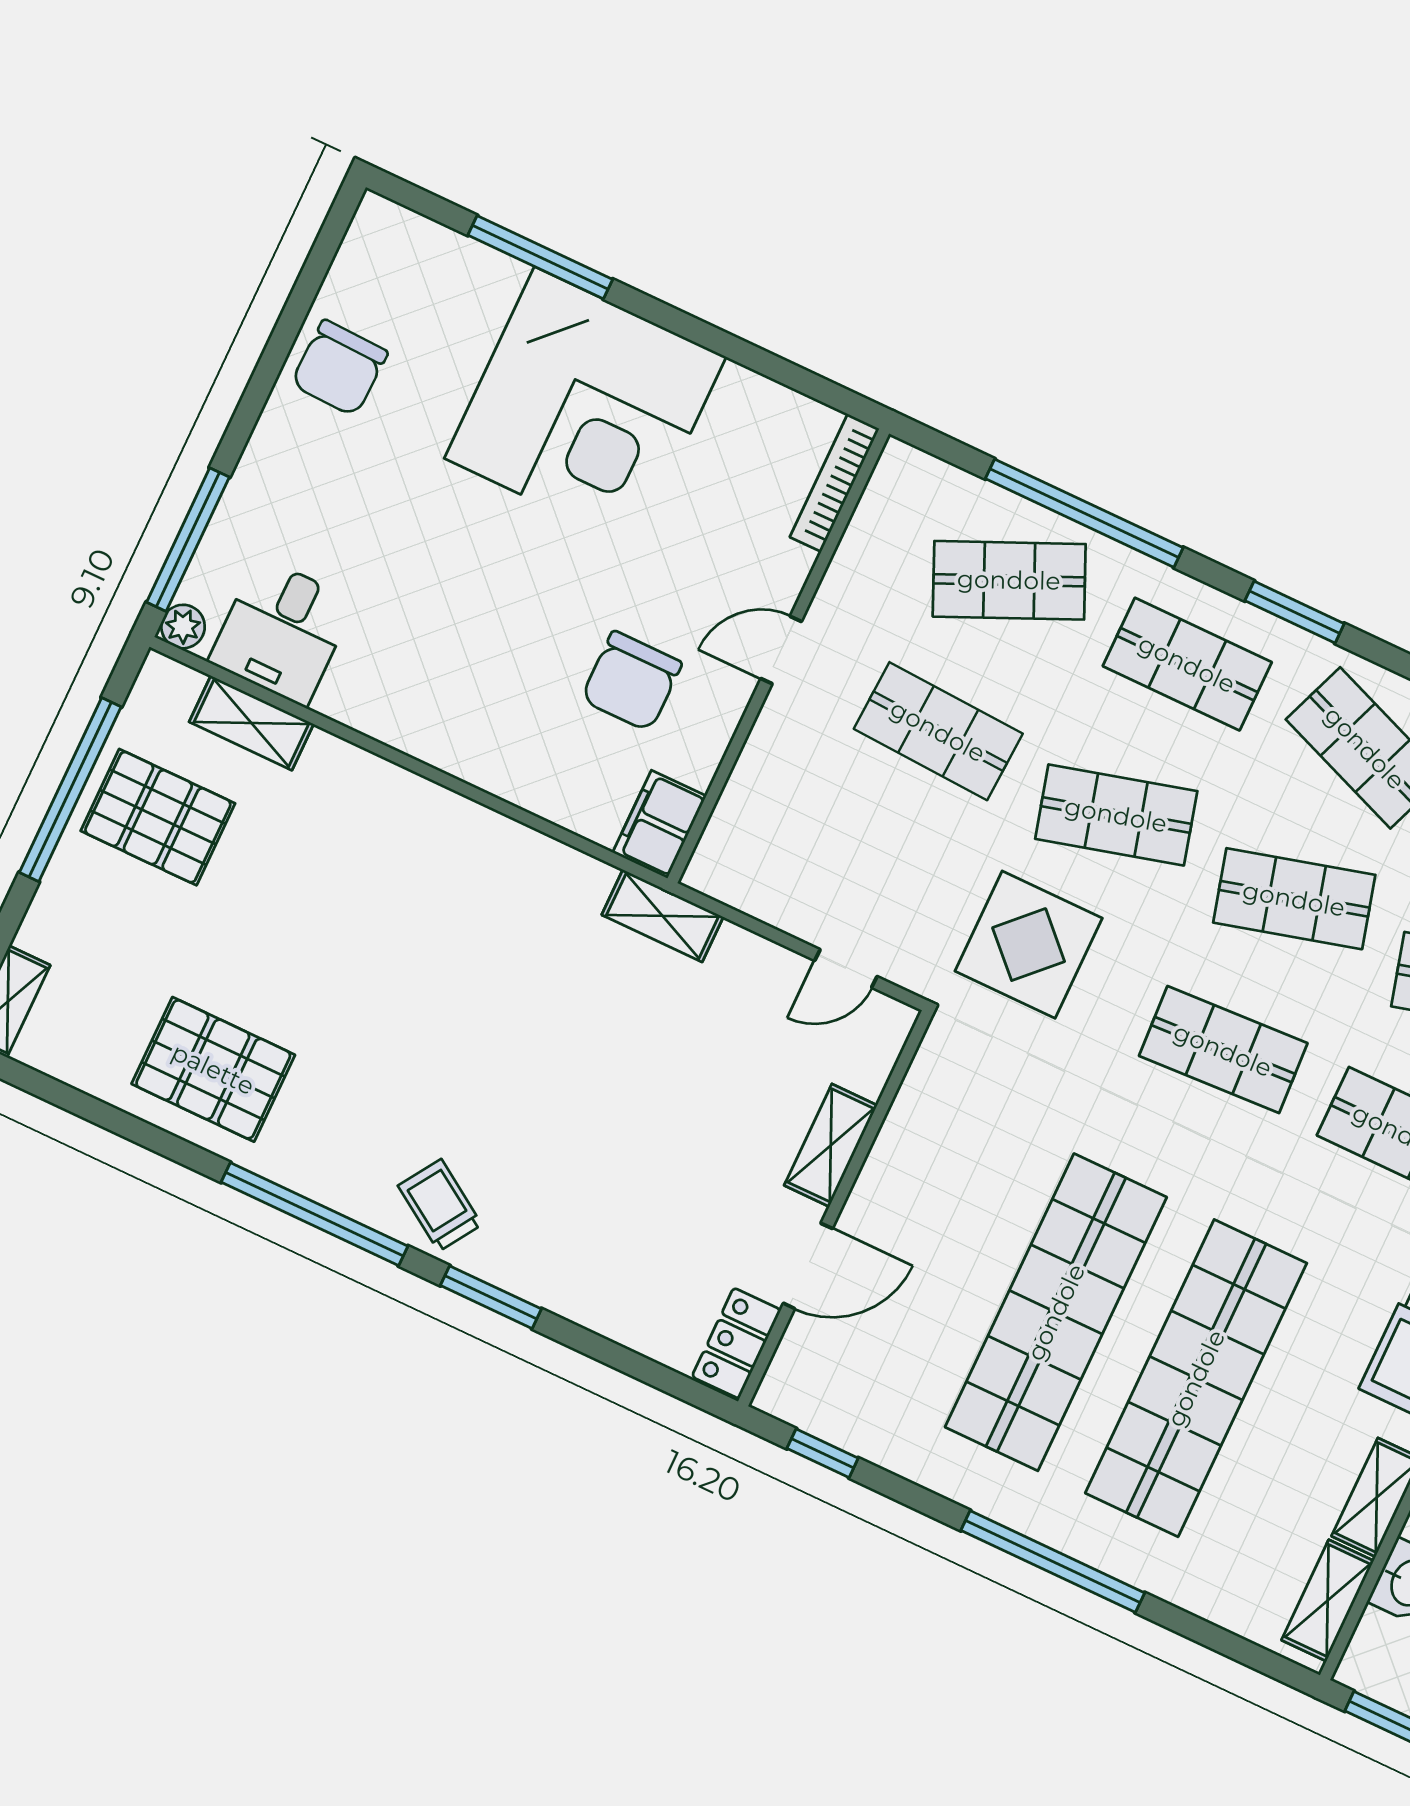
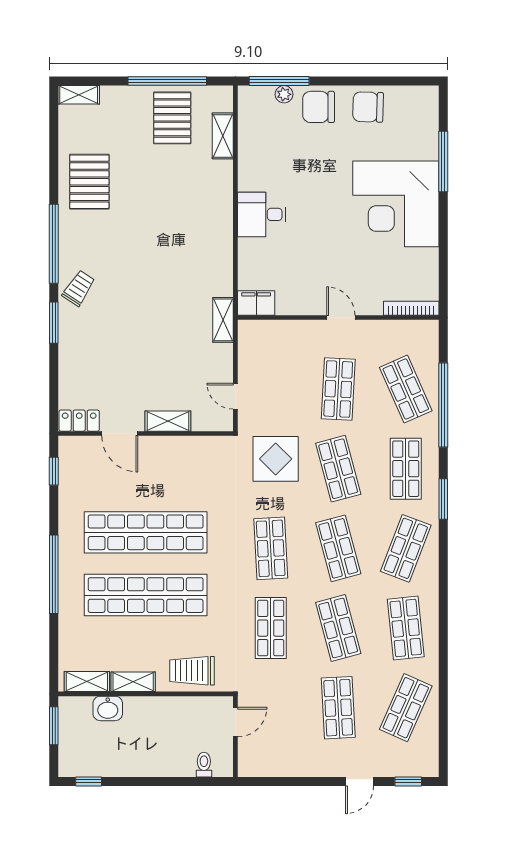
plant: (183, 627) -> (284, 94), moved
desk: (282, 631) -> (262, 214), moved
chair: (631, 681) -> (319, 107), moved

